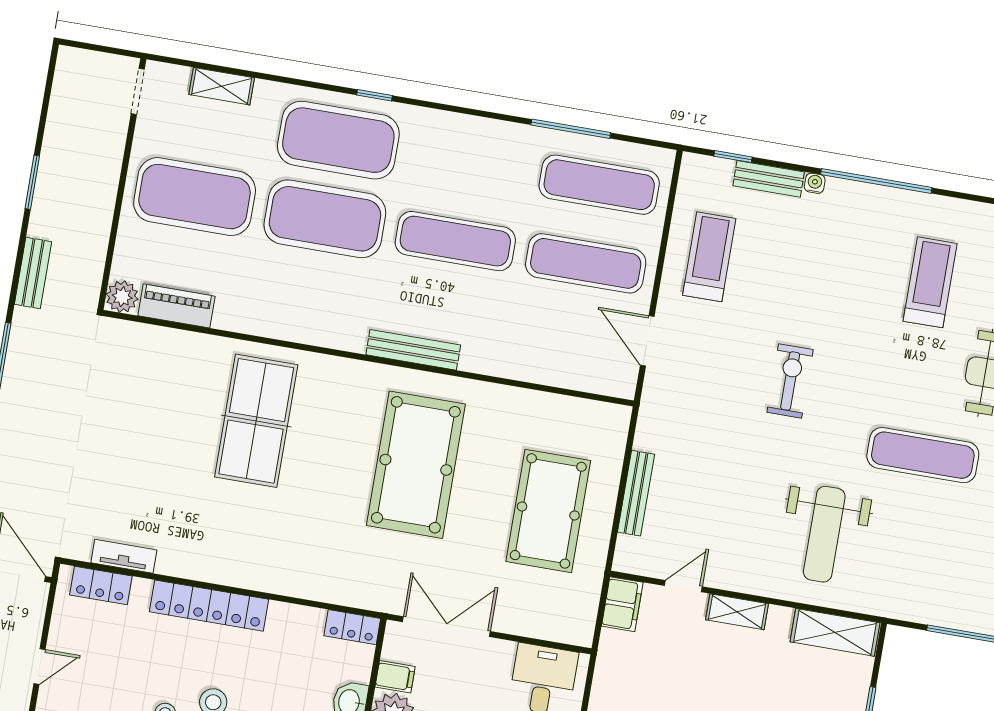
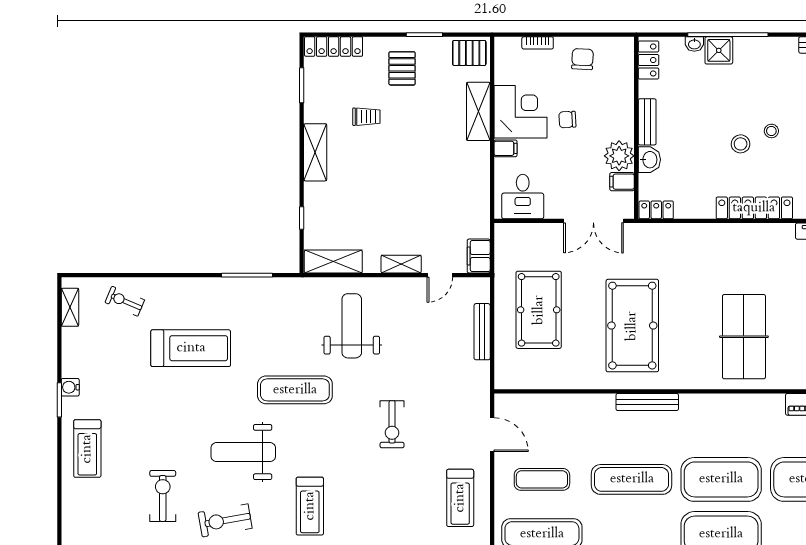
exercise mat: (586, 263) -> (542, 479), width x0.73, depth x0.69

